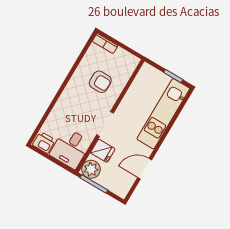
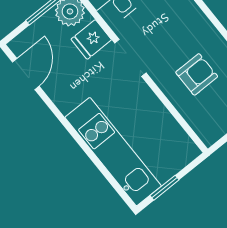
armchair: (100, 82) -> (197, 74), turned 180
door: (145, 169) -> (26, 74), moved

